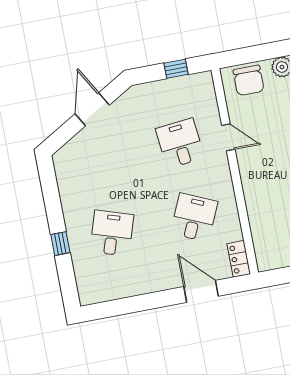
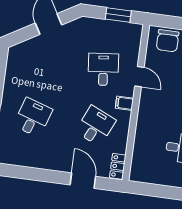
window: (176, 69) -> (118, 15), width x1.50
filing cabinet: (221, 177) -> (124, 103), added

